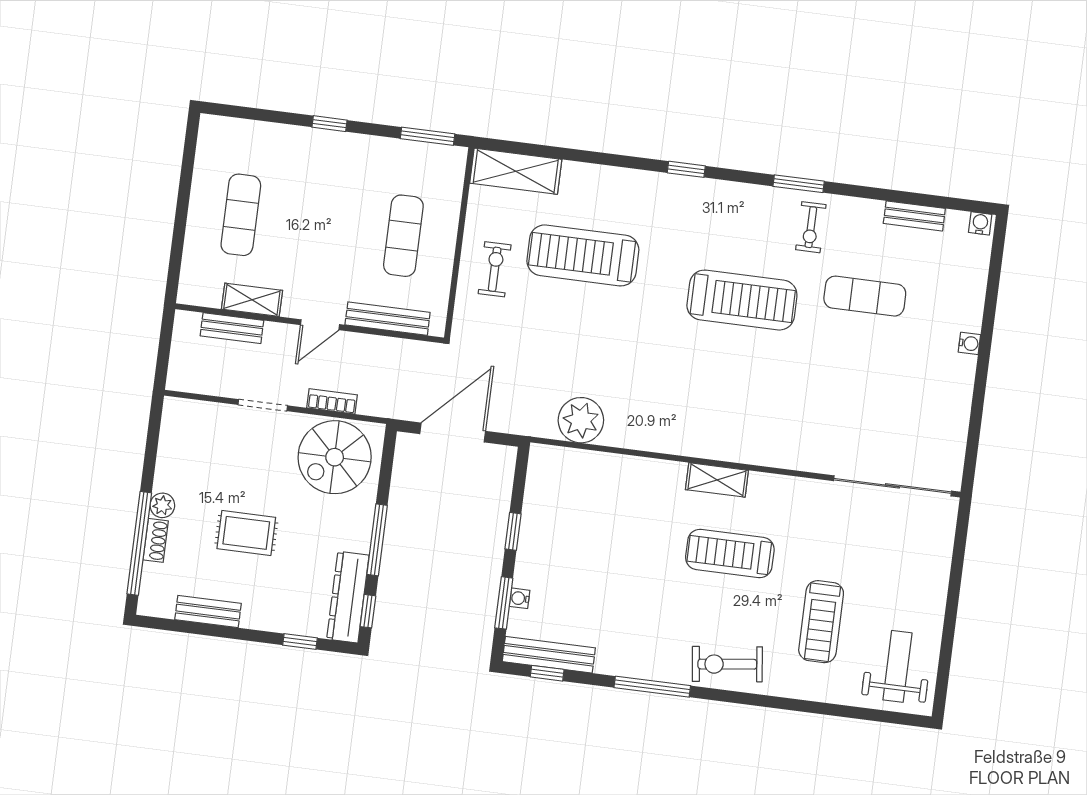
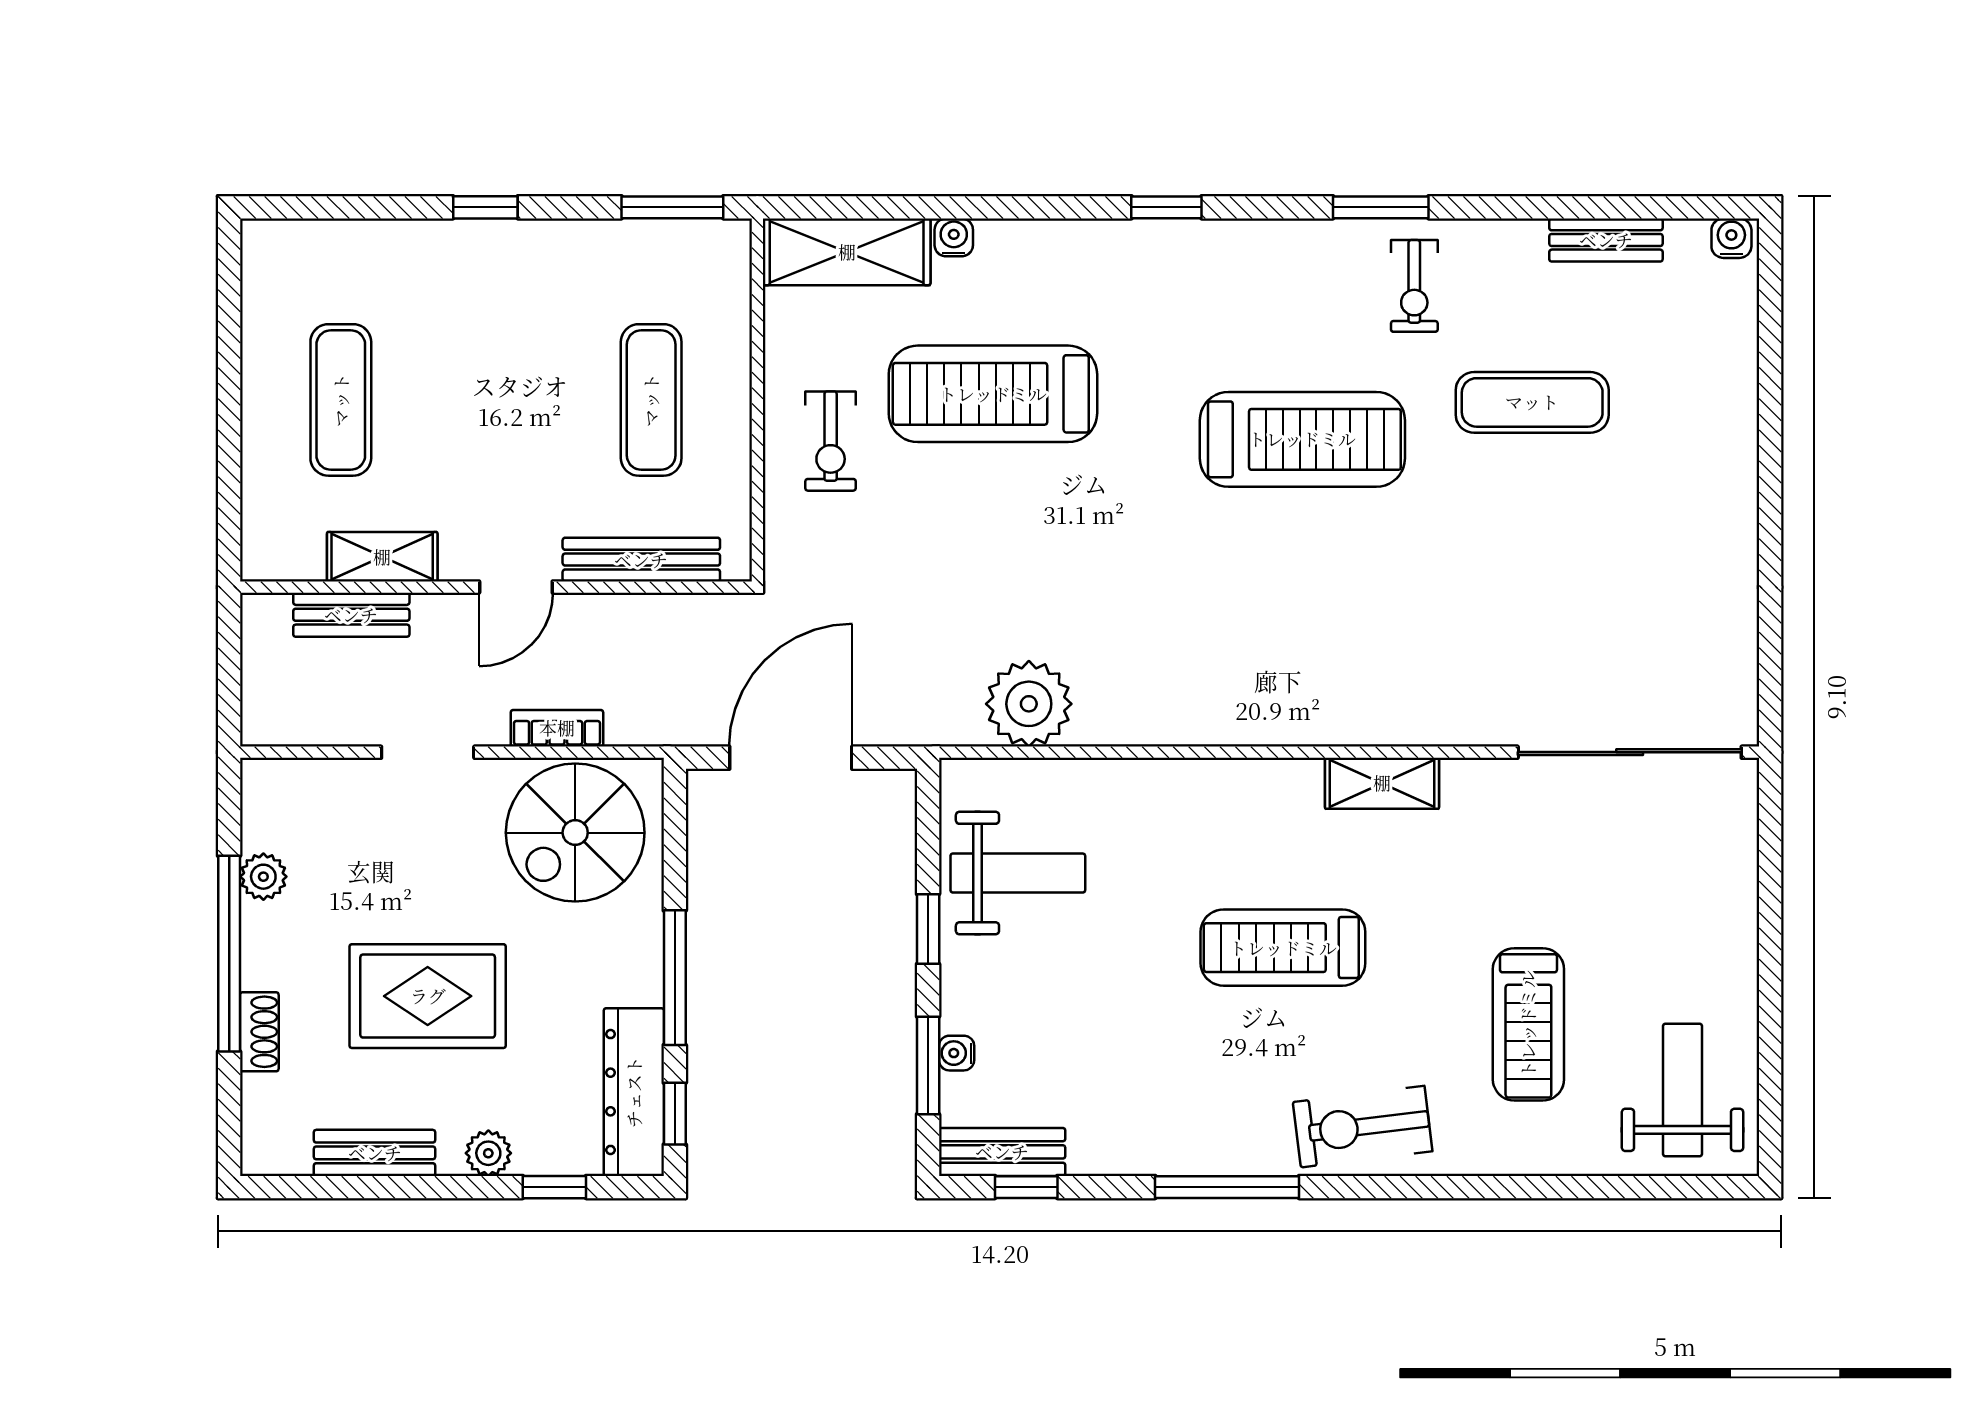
exercise bike: (495, 269) -> (831, 441), turned 180
water cooler: (969, 343) -> (954, 237), moved, turned -90
shelving: (717, 480) -> (1382, 783), moved
plant: (162, 505) -> (263, 877), moved
weight bench: (564, 508) -> (1018, 873), added
rug: (246, 533) -> (428, 996), width x1.36, depth x1.43
window: (139, 543) -> (229, 954), moved
treadmill: (730, 553) -> (1283, 948), moved
plant: (268, 619) -> (488, 1153), added
bench: (549, 655) -> (1002, 1152), width x0.73

